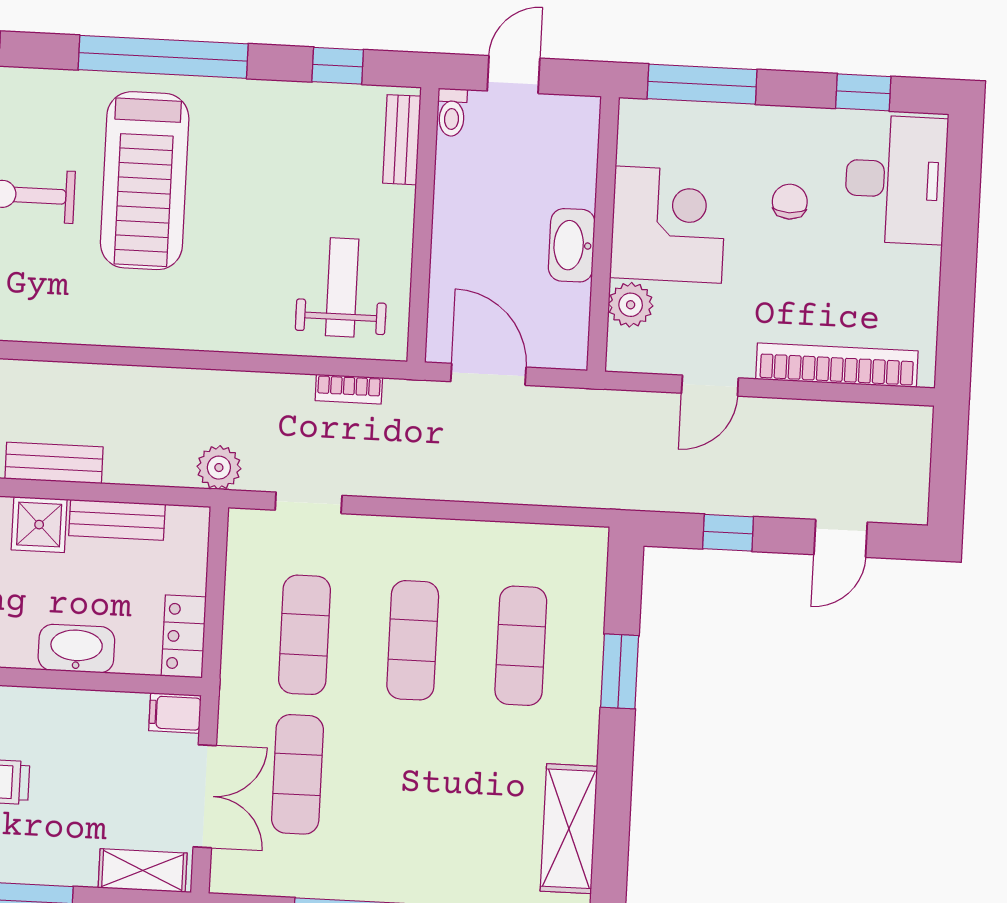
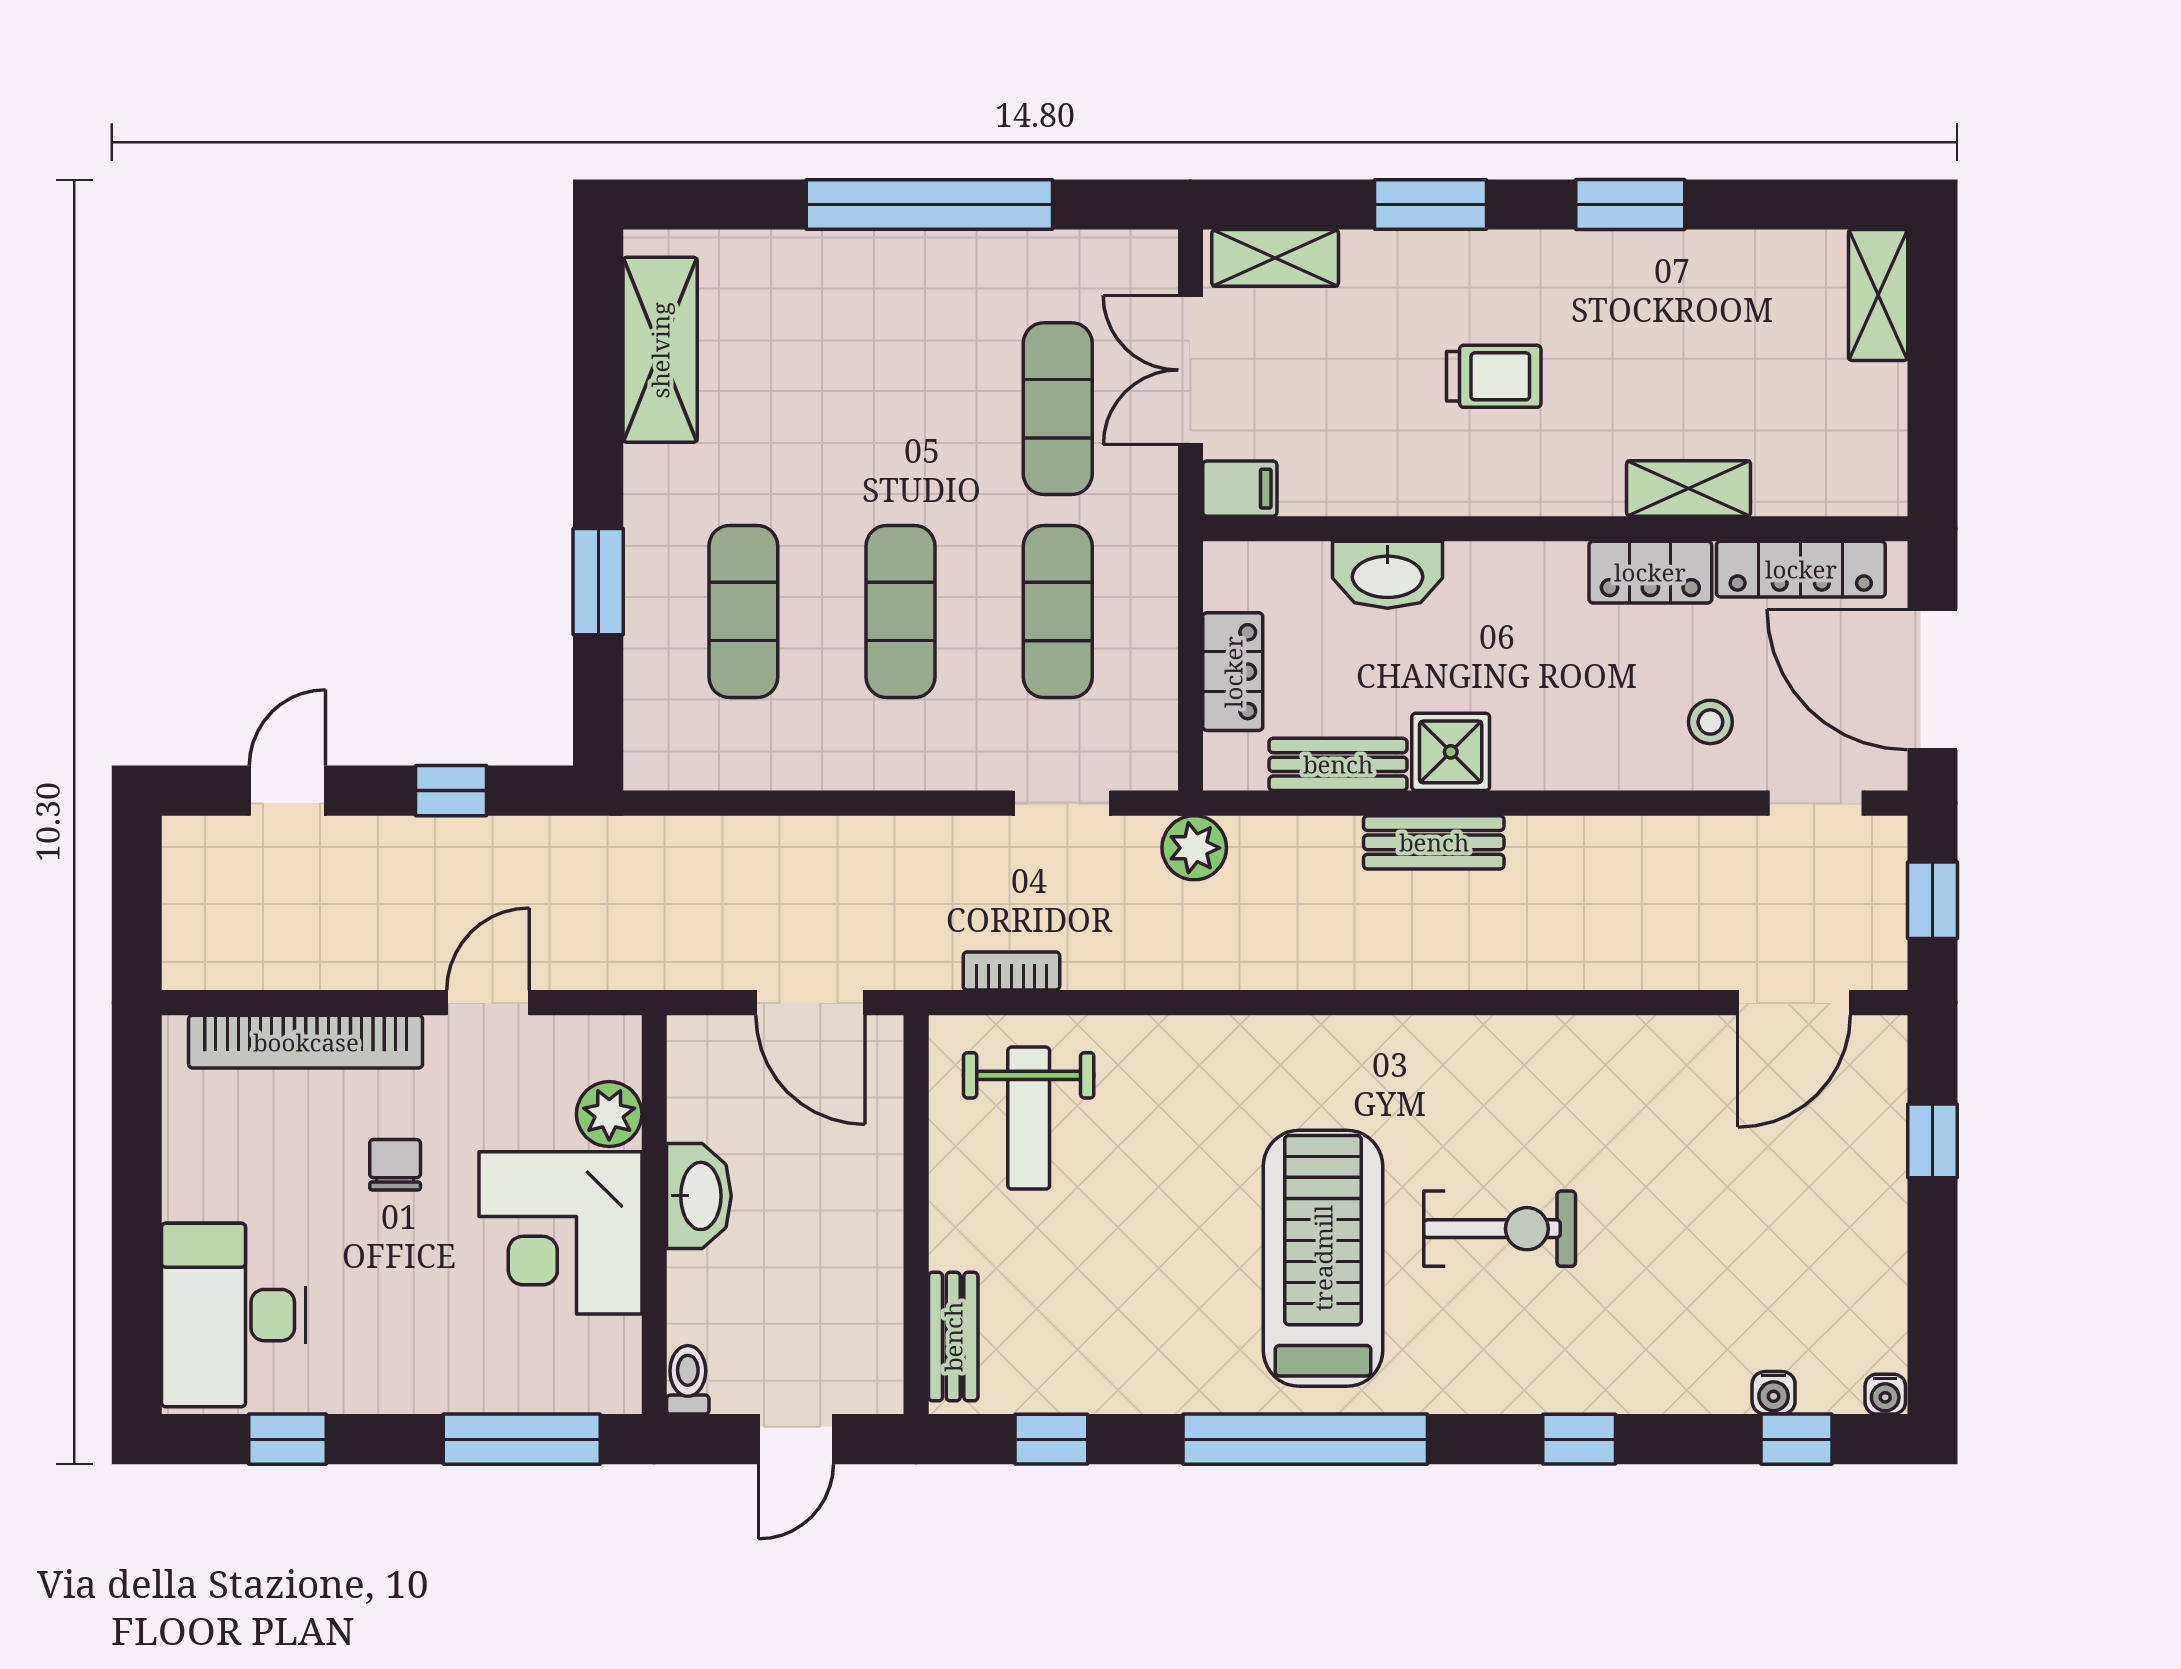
toilet: (452, 112) -> (688, 1380), moved
chair: (790, 202) -> (395, 1165), moved, turned 180
locker: (184, 636) -> (1233, 672), moved

